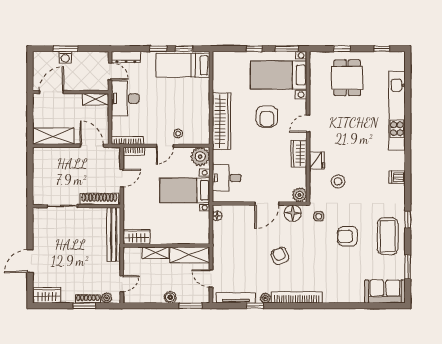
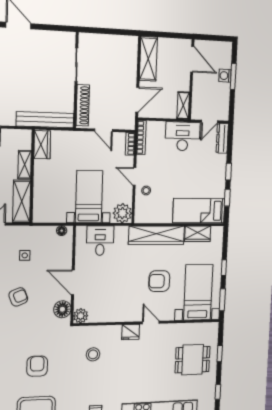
bed: (183, 65) -> (199, 211), moved, turned -90
wardrobe: (299, 154) -> (198, 234), moved, turned 180
fridge: (317, 161) -> (131, 332), moved
side table: (319, 216) -> (25, 255), moved

